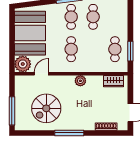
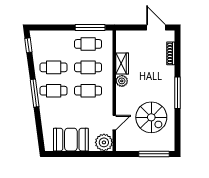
booth: (30, 33) -> (71, 140), width x0.73, depth x0.70
cafe table: (93, 49) -> (88, 67), added
window: (130, 51) -> (90, 28), width x1.44
door: (41, 74) -> (114, 123), swing flipped
wardrobe: (113, 81) -> (122, 64), moved

